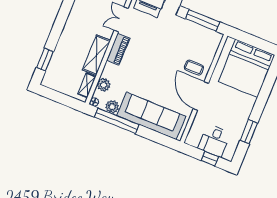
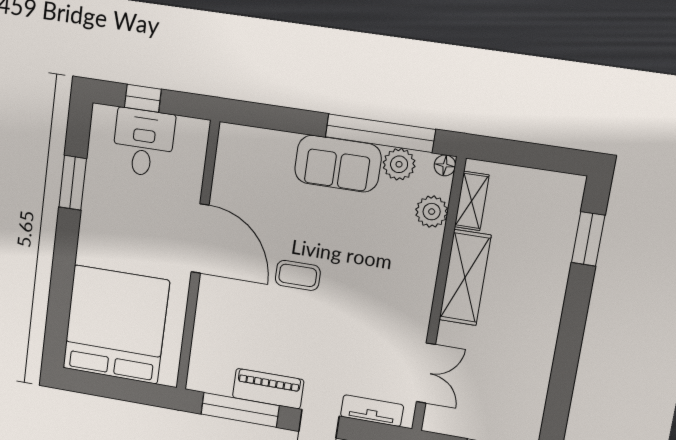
piano: (118, 49) -> (268, 389), moved, turned 90
coffee table: (194, 68) -> (298, 275), moved
sofa: (151, 116) -> (338, 164), width x0.54, depth x0.79

